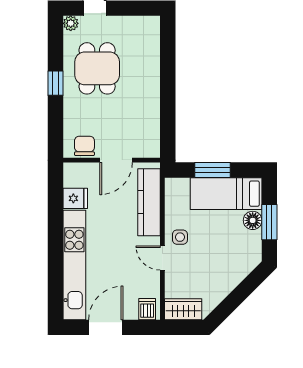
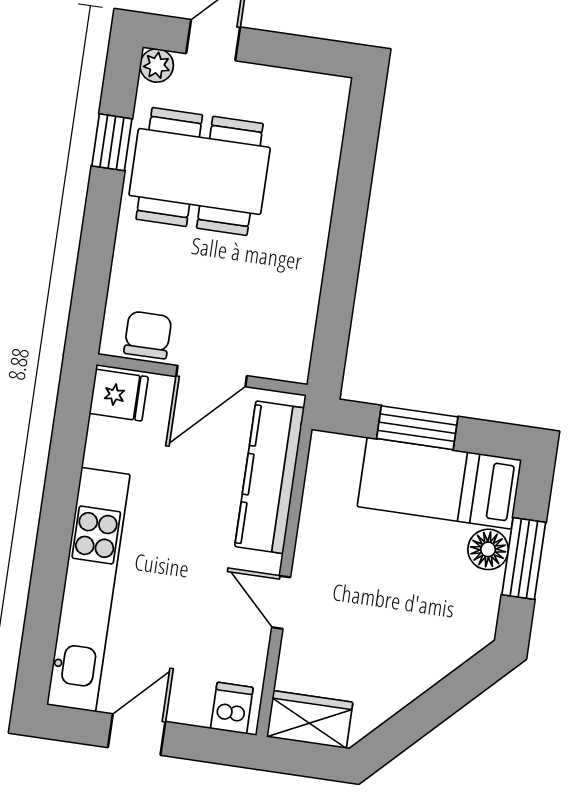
dining table: (97, 68) -> (200, 171), width x1.38
window: (56, 83) -> (112, 142), moved
fridge: (75, 198) -> (119, 395), moved
side table: (180, 237) -> (326, 563), removed
door: (106, 327) -> (137, 735), width x0.73

